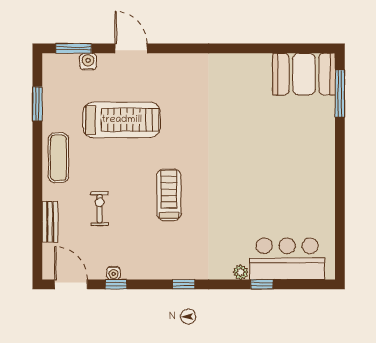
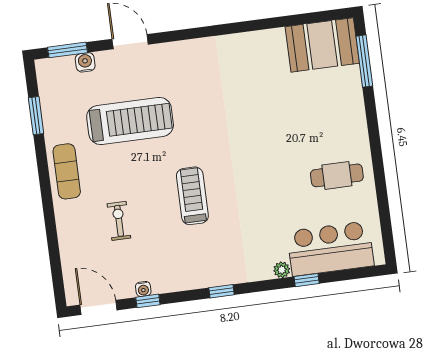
cafe table: (302, 194) -> (337, 175), added
bench: (50, 222) -> (67, 242), removed

